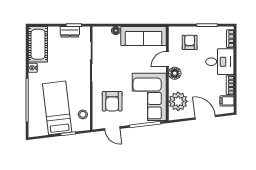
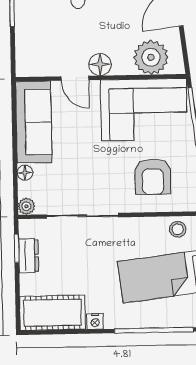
plant: (97, 31) -> (26, 206), added
armchair: (190, 42) -> (44, 39), removed
armchair: (112, 101) -> (153, 177), turned 90

